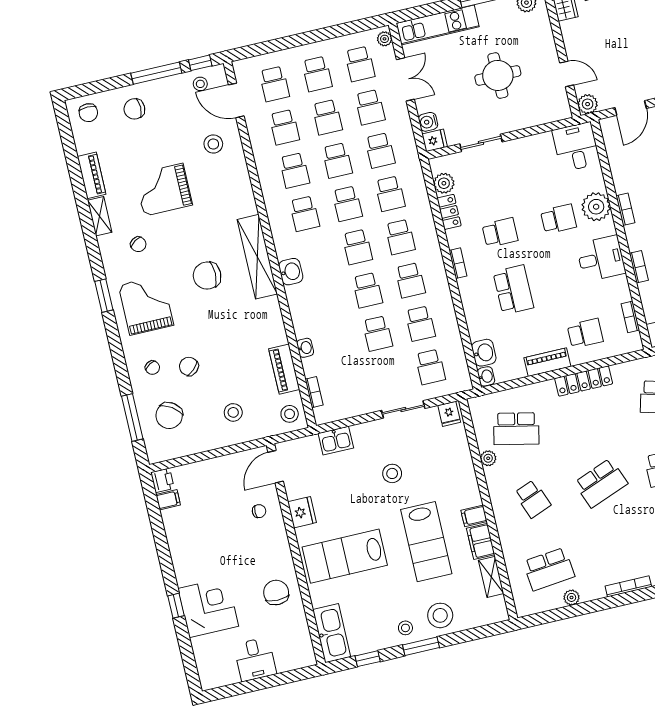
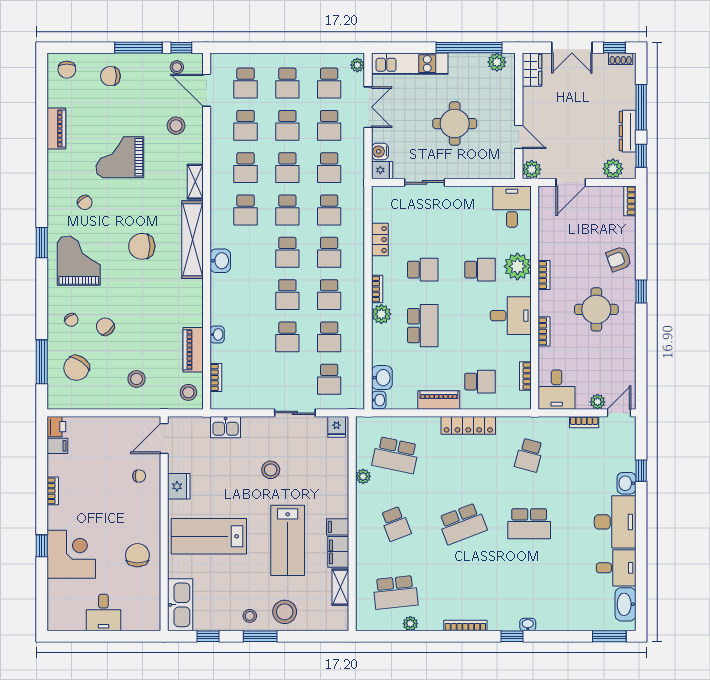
plant: (444, 183) -> (381, 314), moved
shelving: (100, 216) -> (195, 182), moved
bookcase: (174, 547) -> (53, 491), added

